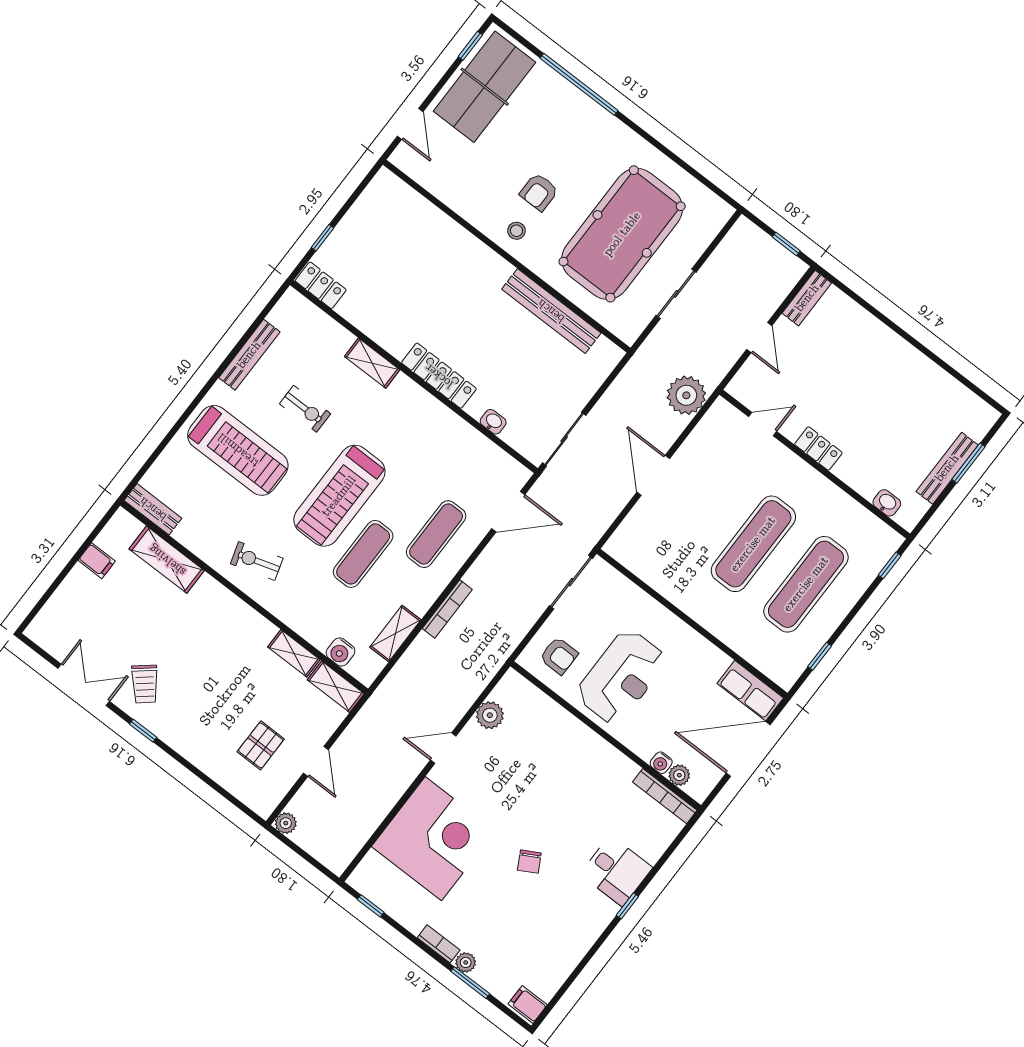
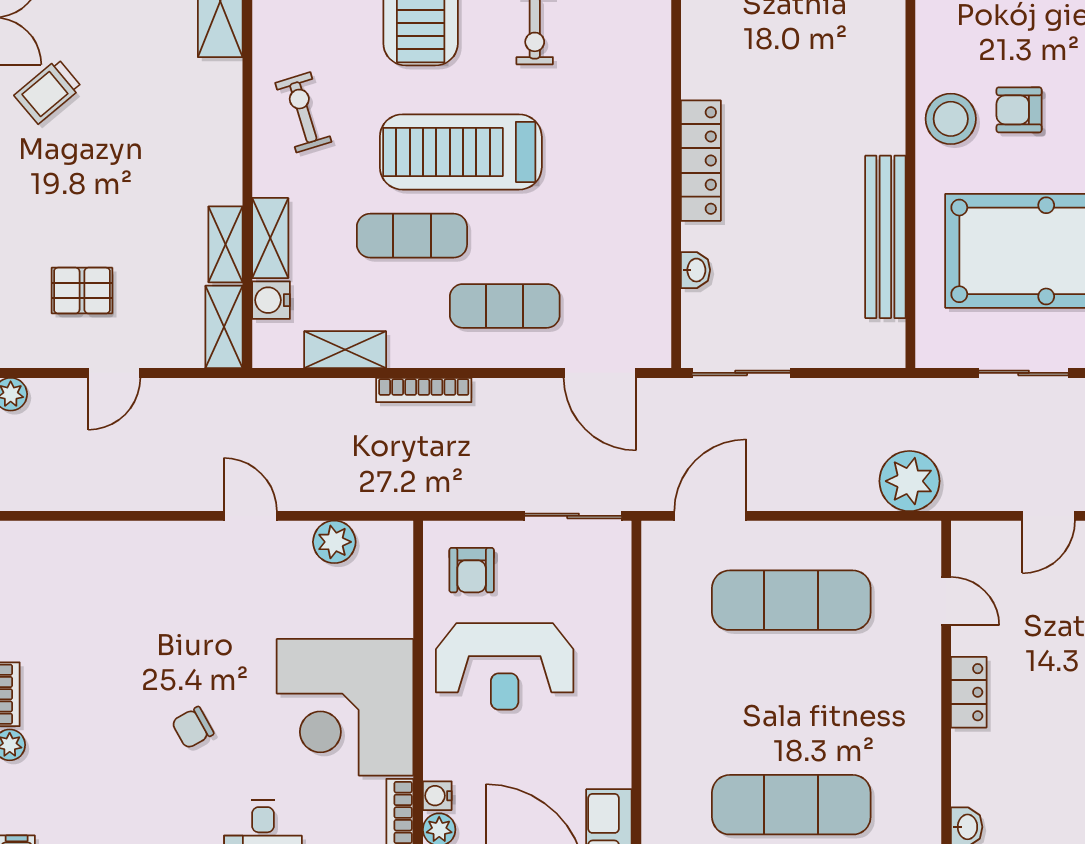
stool: (516, 231) -> (951, 119), width x1.89, depth x1.89
shelving: (372, 363) -> (270, 238), moved
door: (653, 475) -> (710, 516), moved
exercise mat: (753, 544) -> (791, 600), moved
corner desk: (433, 839) -> (345, 707), moved, turned 90

